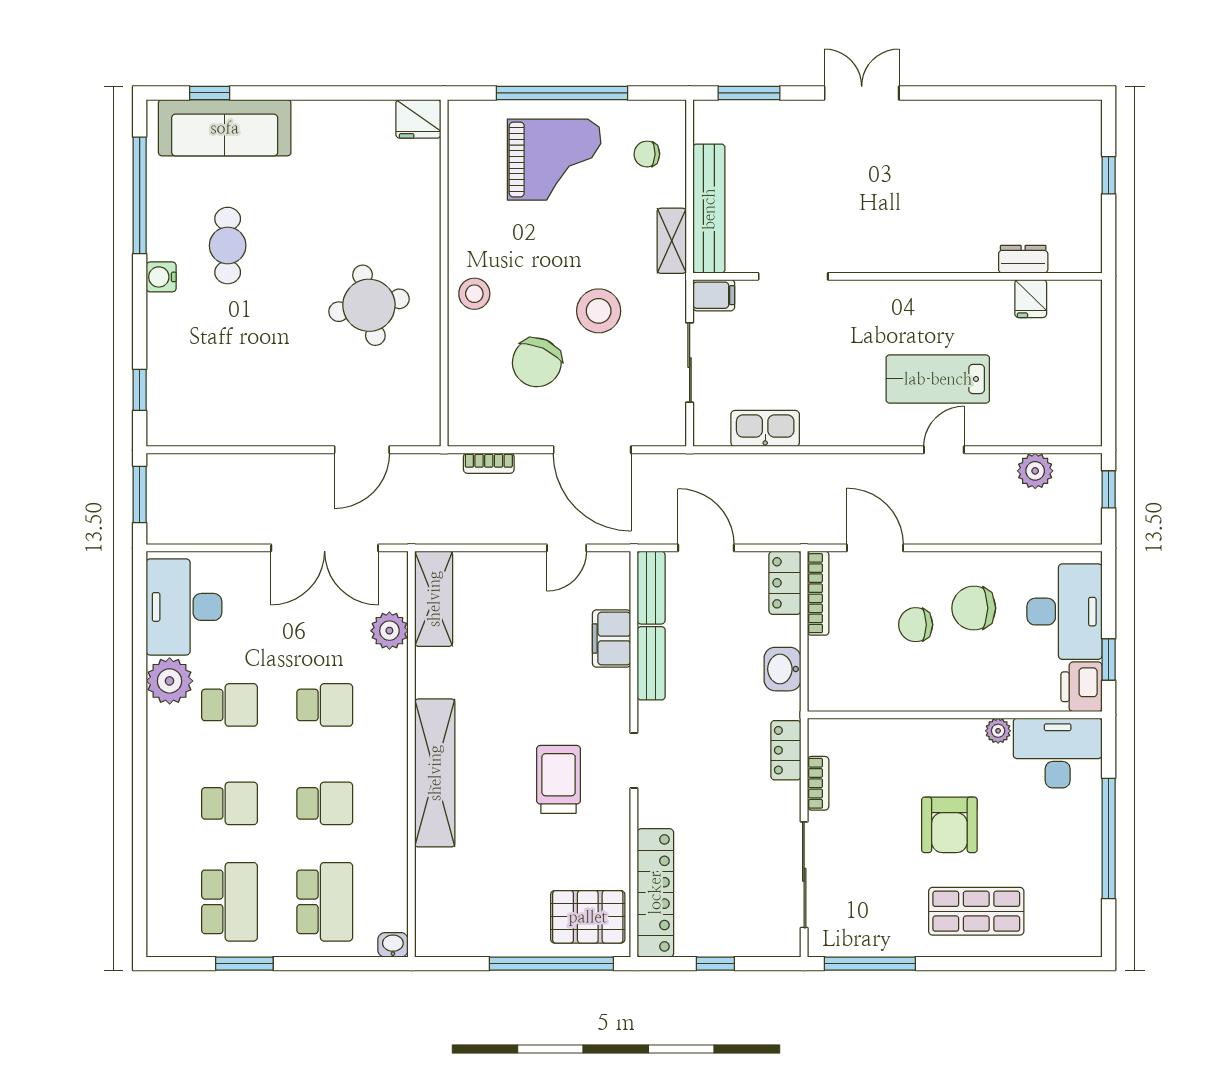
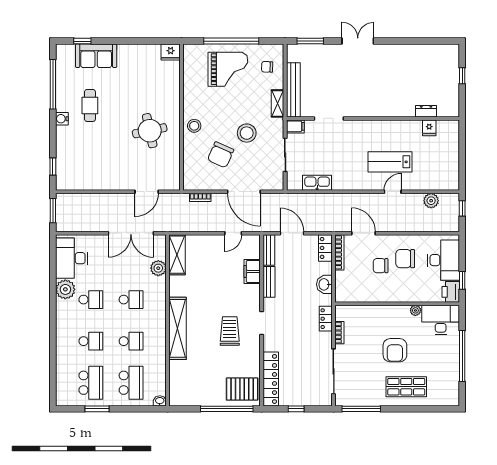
sofa: (225, 128) -> (96, 56), width x0.73

